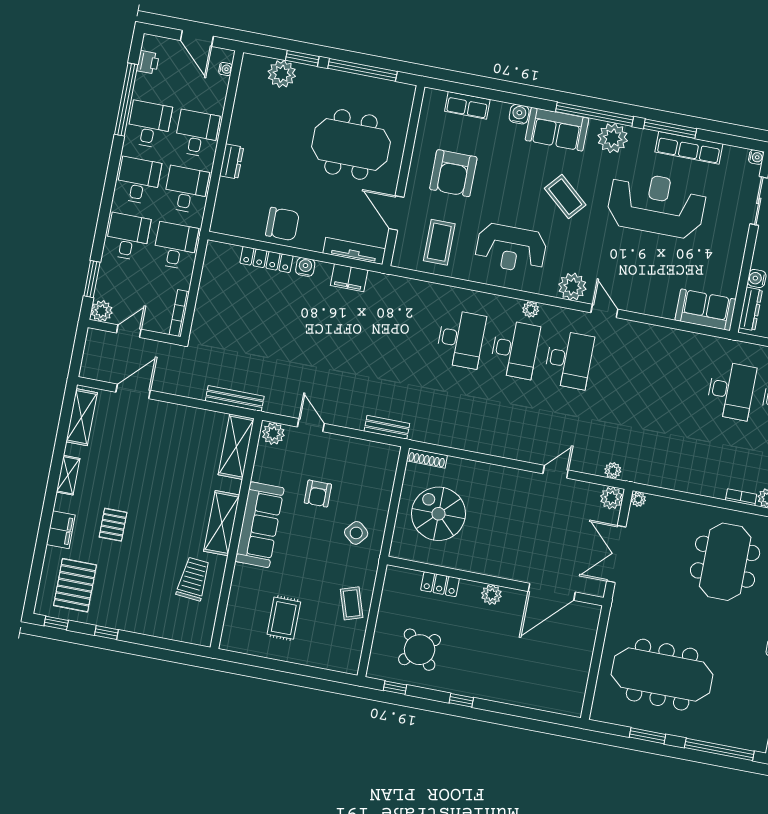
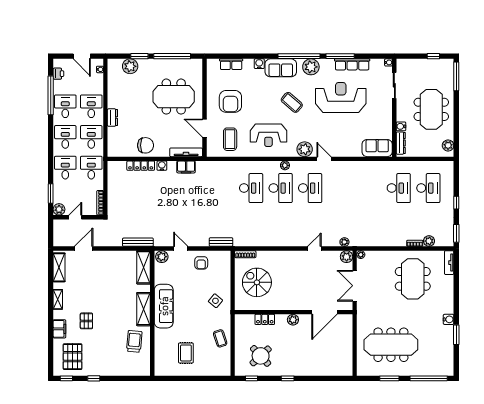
armchair: (318, 494) -> (201, 263), moved

